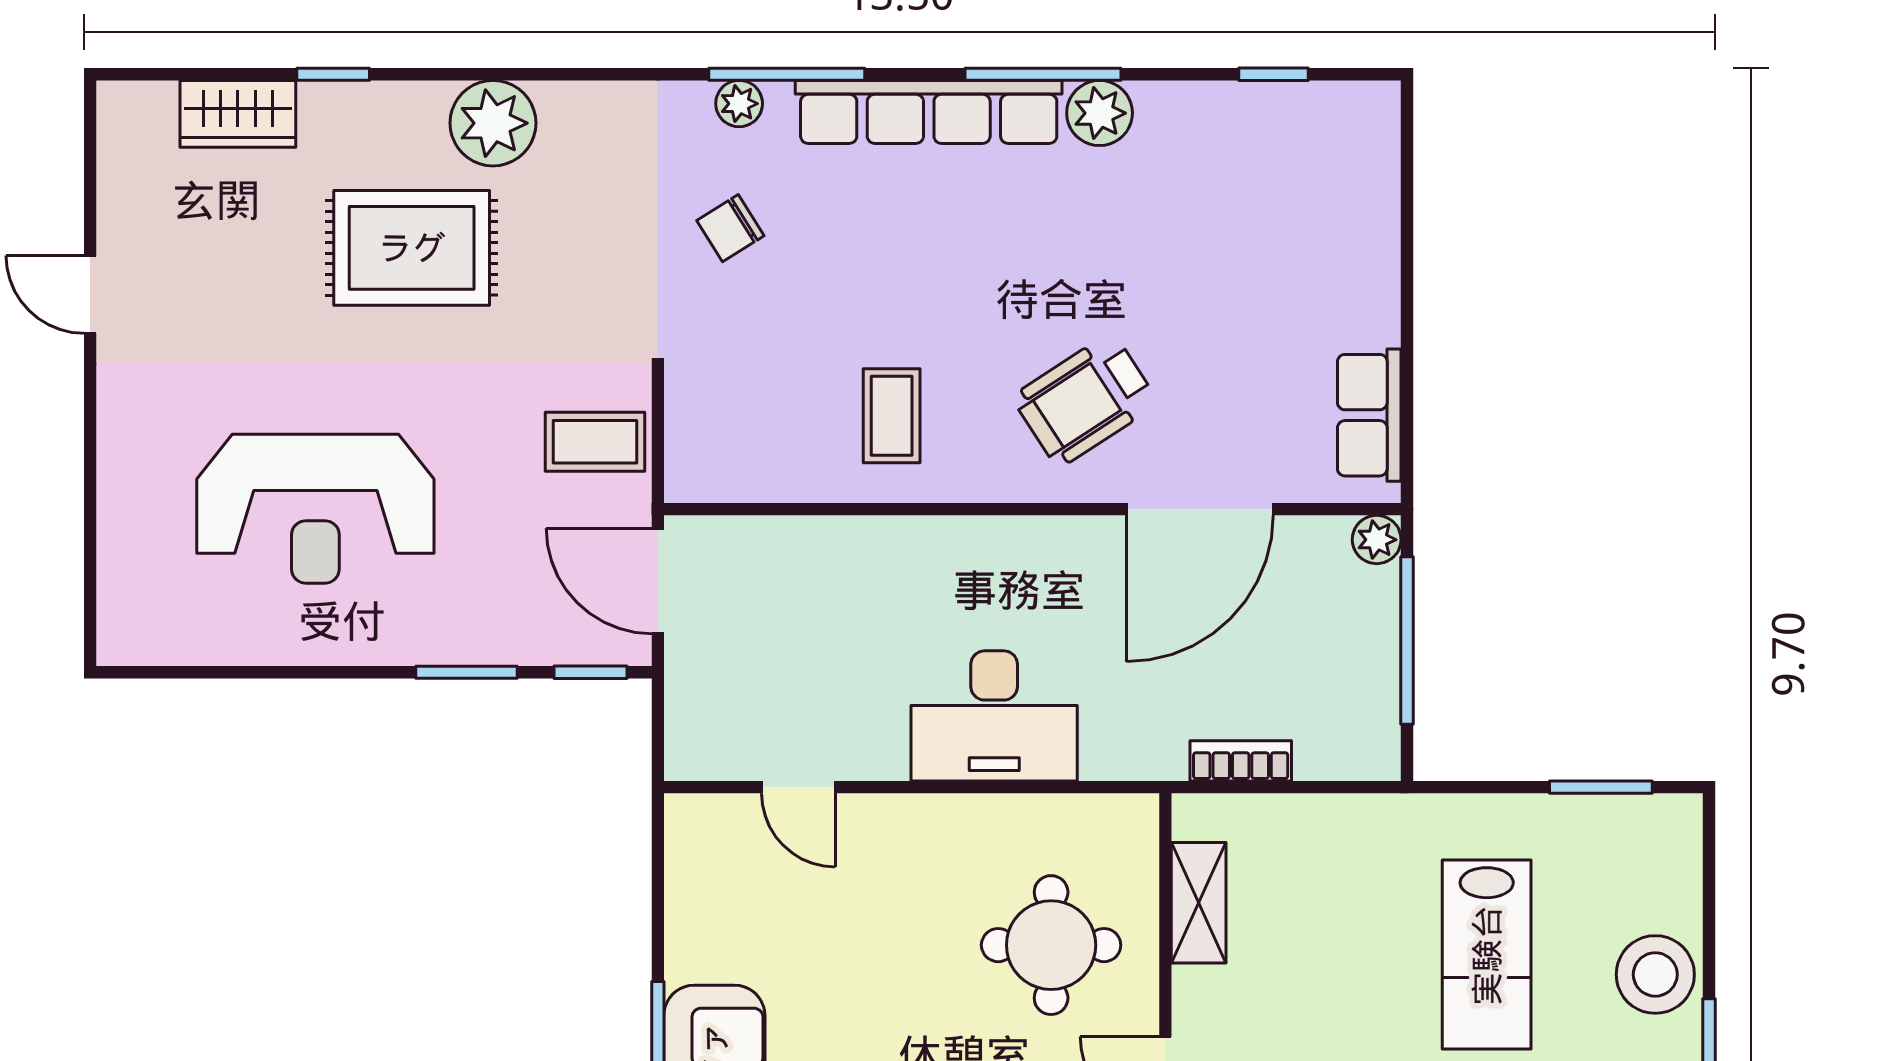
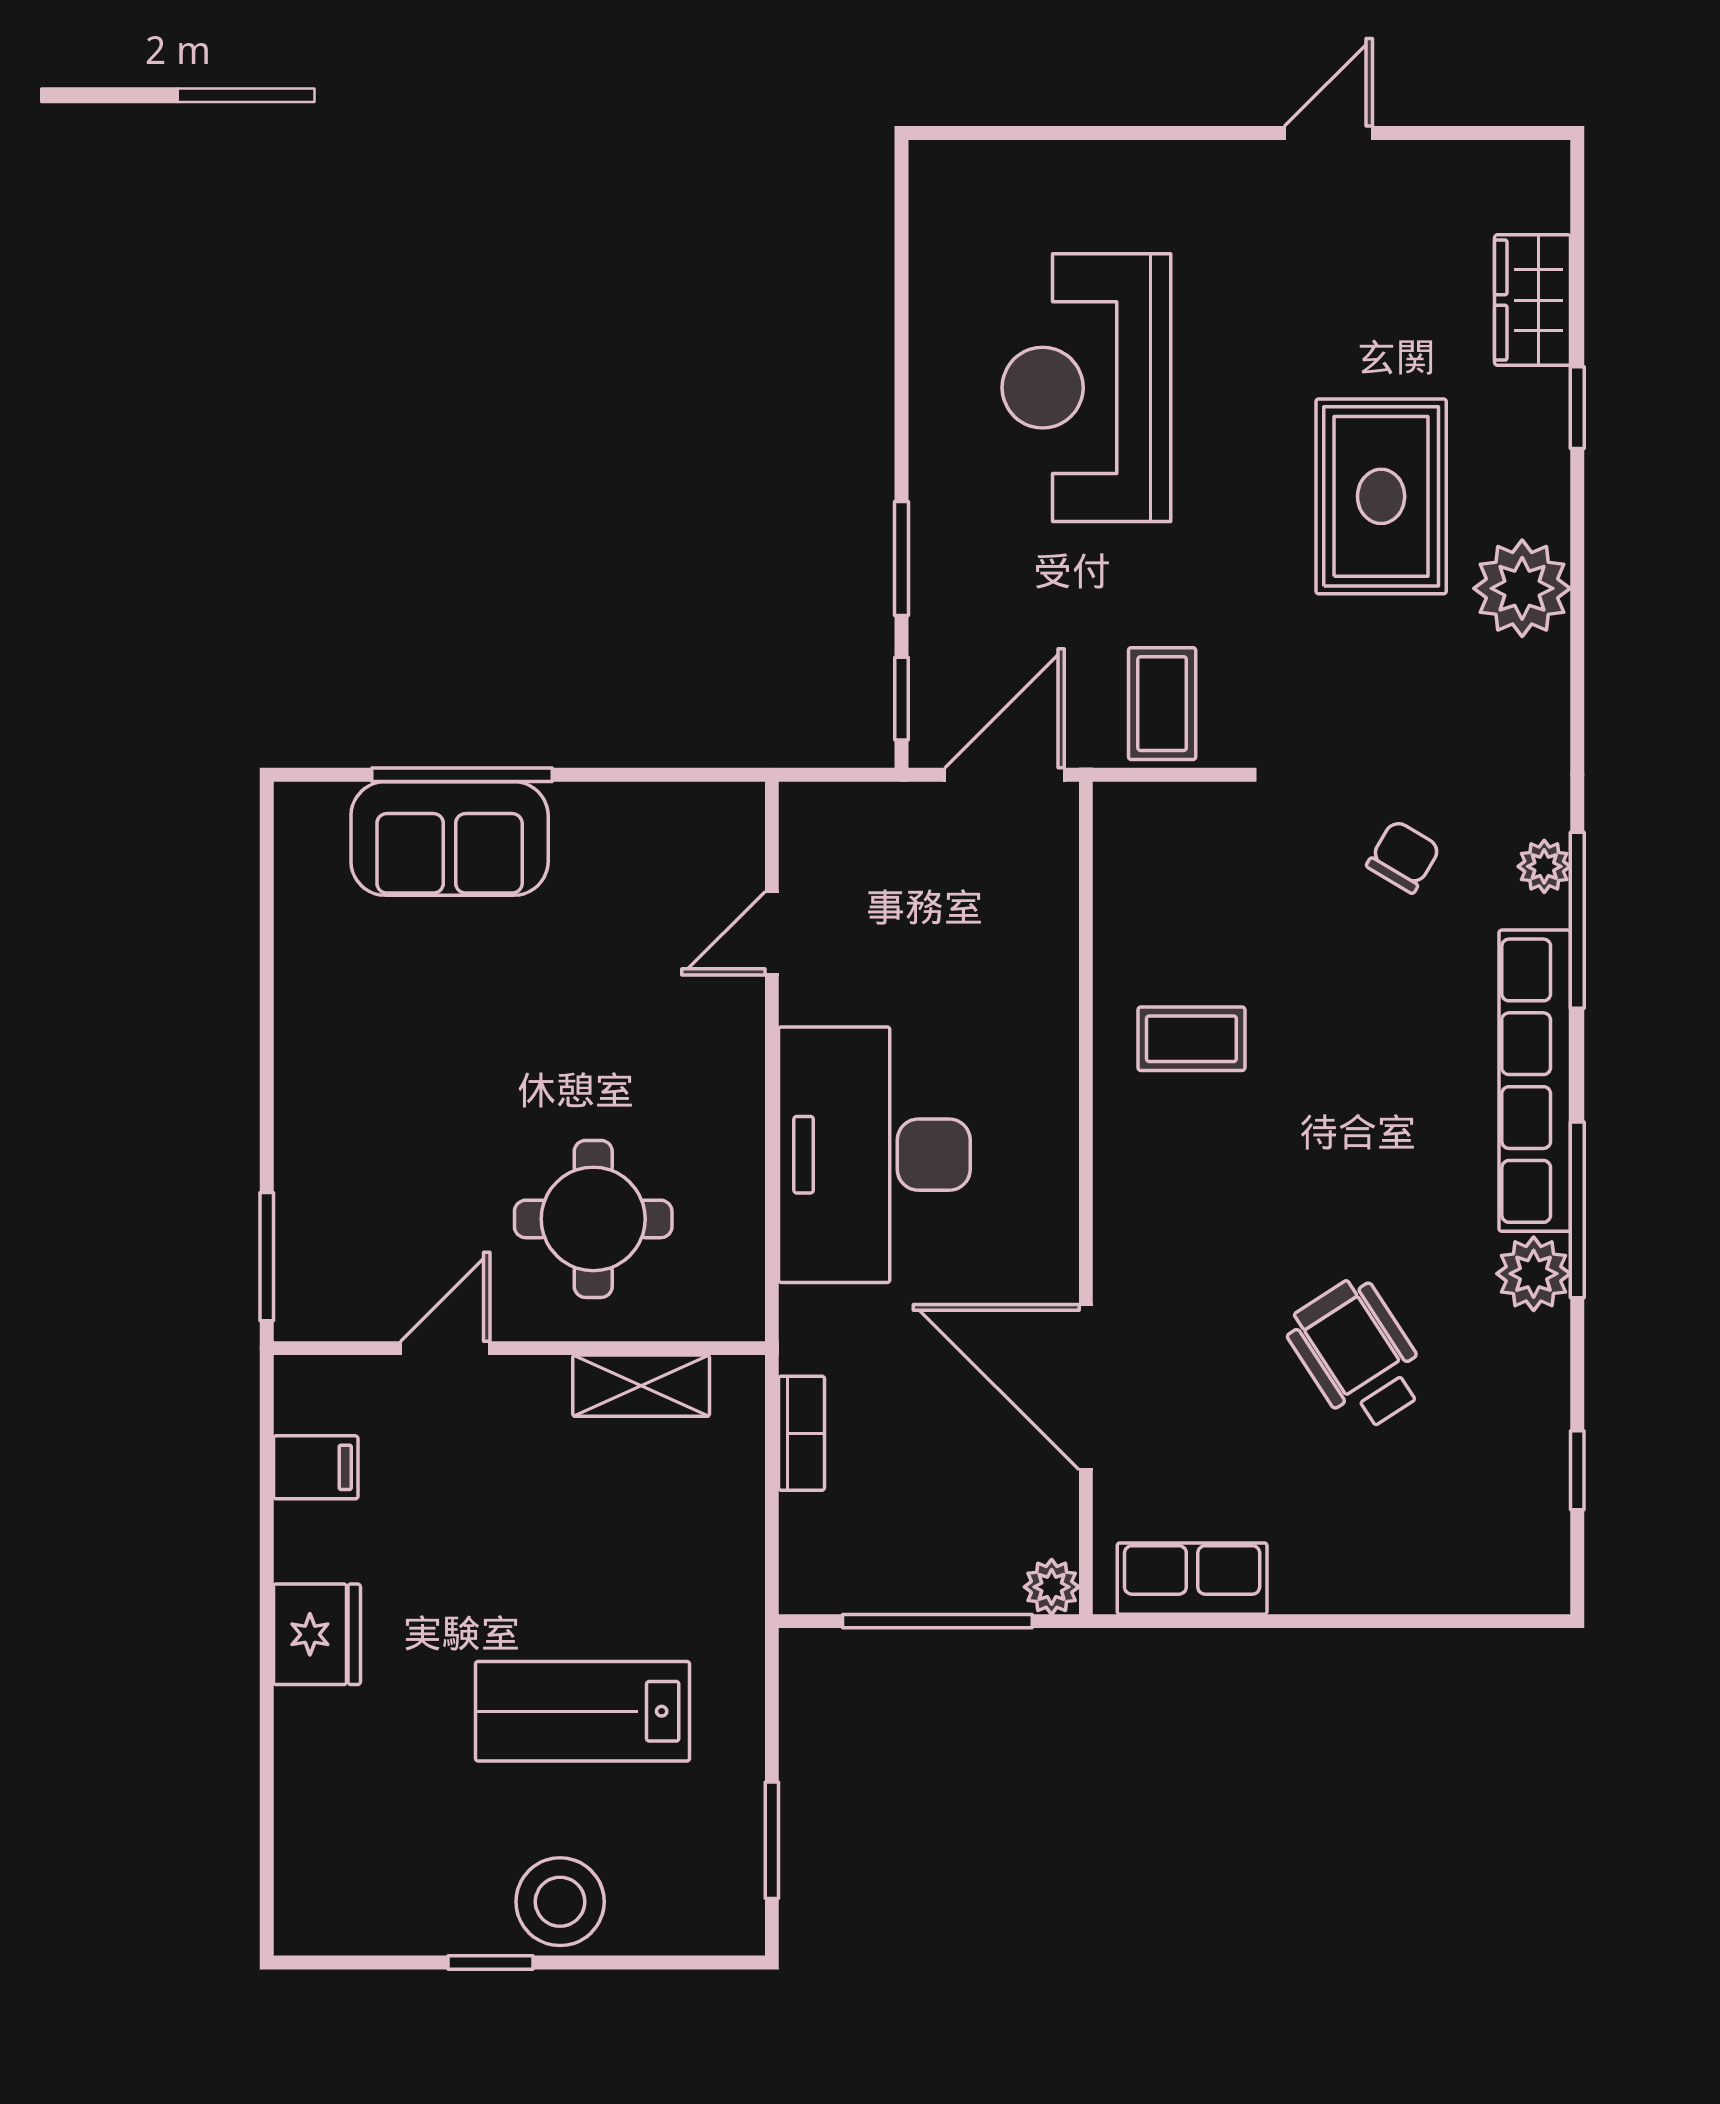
chair: (730, 228) -> (1403, 857), turned 63
wheelchair: (1085, 400) -> (1358, 1355), moved
desk: (994, 716) -> (874, 1155), width x1.36, depth x1.30

